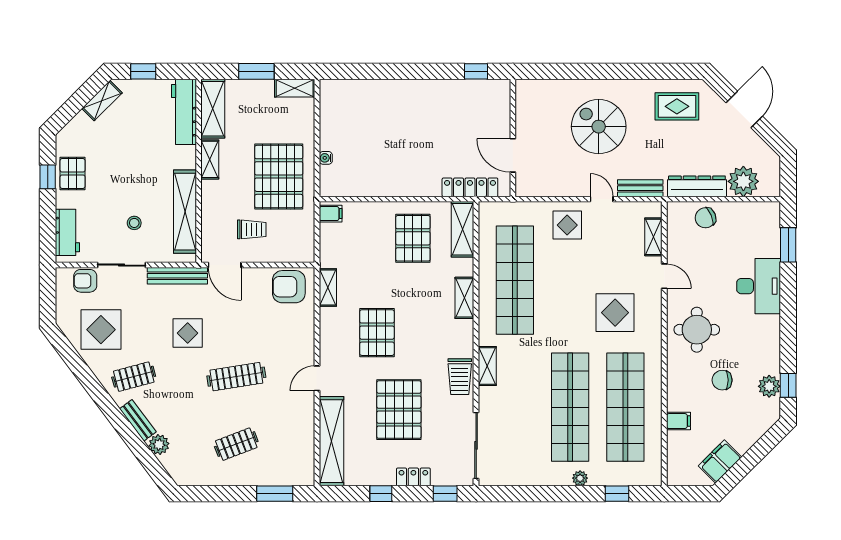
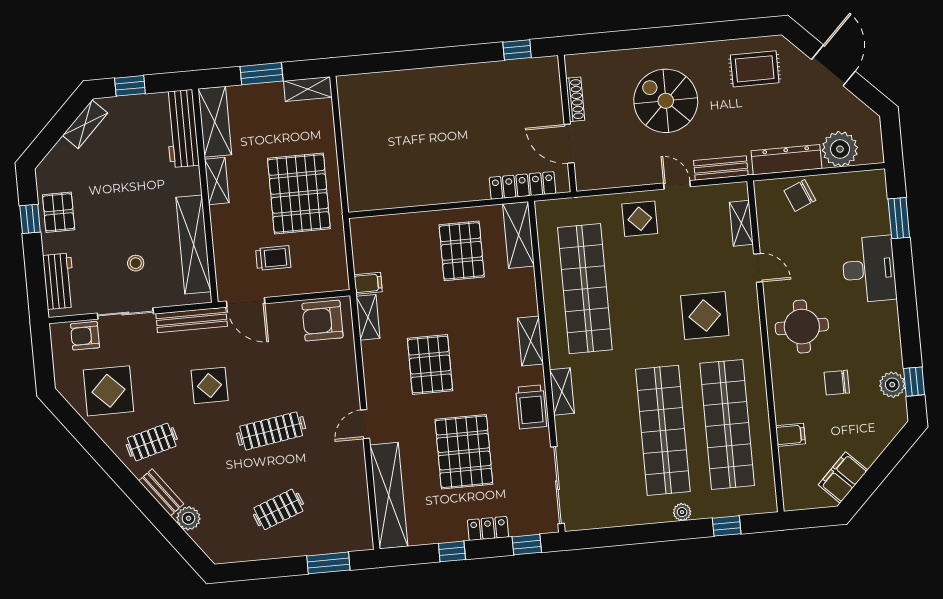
shoe rack: (522, 118) -> (575, 99), added
water cooler: (326, 158) -> (352, 167), removed
filing cabinet: (331, 214) -> (368, 283), moved
shelving: (464, 298) -> (530, 341), moved

